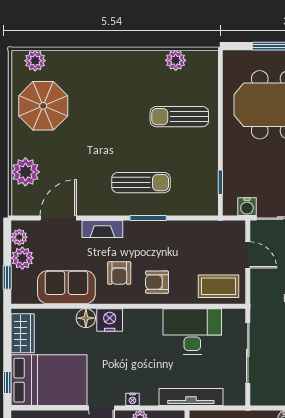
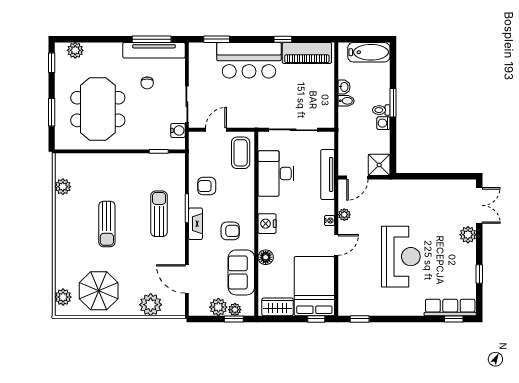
sun lounger: (179, 117) -> (107, 224), moved
fireplace: (102, 229) -> (196, 224), moved
plant: (19, 237) -> (235, 310), moved
armchair: (157, 282) -> (207, 186), moved, turned 90
nightstand: (110, 320) -> (267, 224), moved

